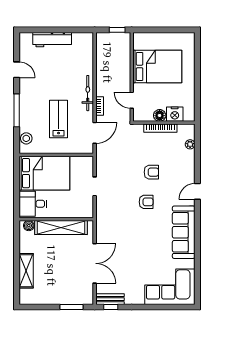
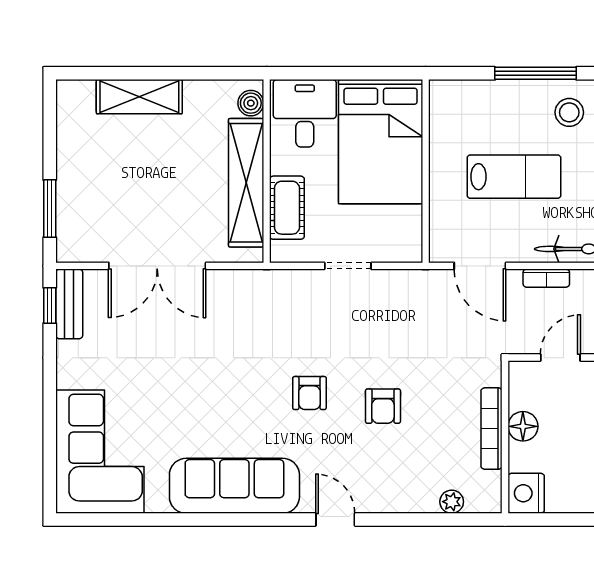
nightstand: (175, 114) -> (526, 493), moved
stool: (26, 138) -> (569, 112), moved
cot: (71, 211) -> (287, 208), added

